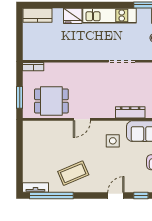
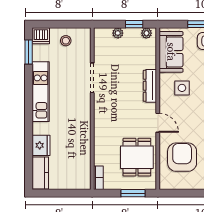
fridge: (73, 16) -> (41, 145), moved
dresser: (130, 112) -> (150, 86), moved
armchair: (51, 141) -> (182, 157), added

